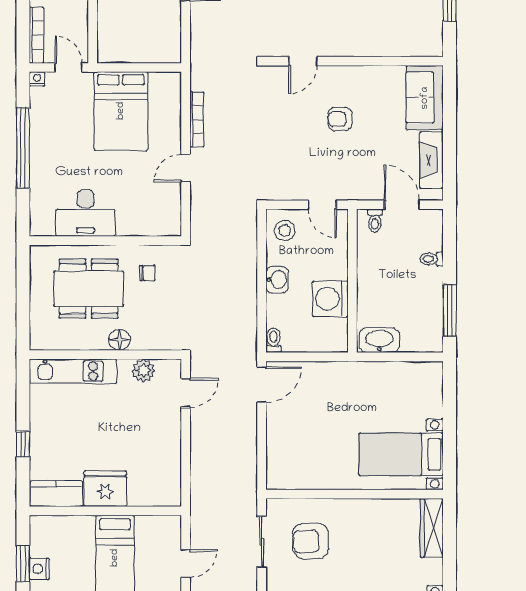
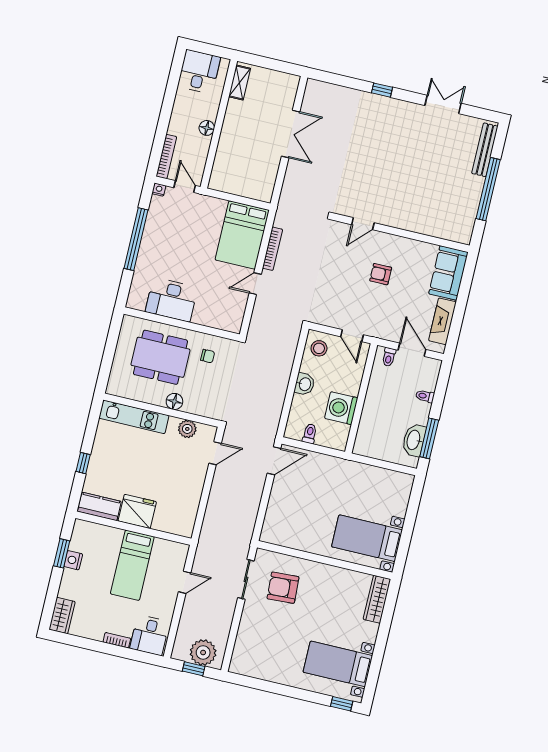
bed: (121, 111) -> (242, 235), moved
toilet: (273, 340) -> (310, 434), moved
washbasin: (379, 340) -> (414, 440), moved, turned -90

